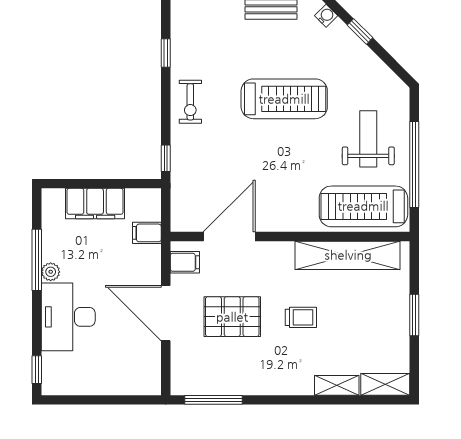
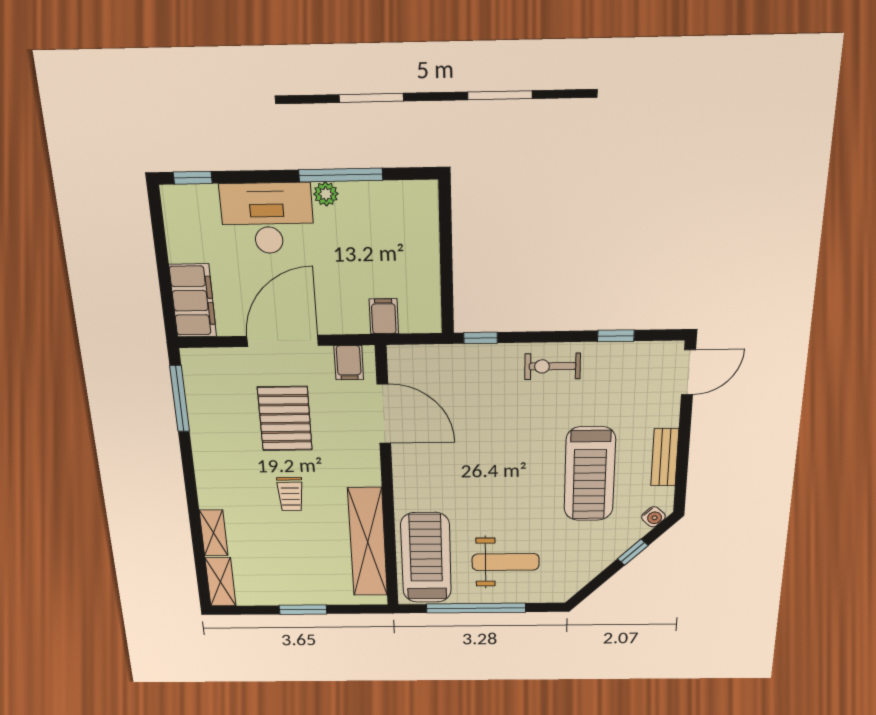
treadmill: (284, 99) -> (590, 474), moved
filing cabinet: (95, 203) -> (193, 301), moved, turned 180

